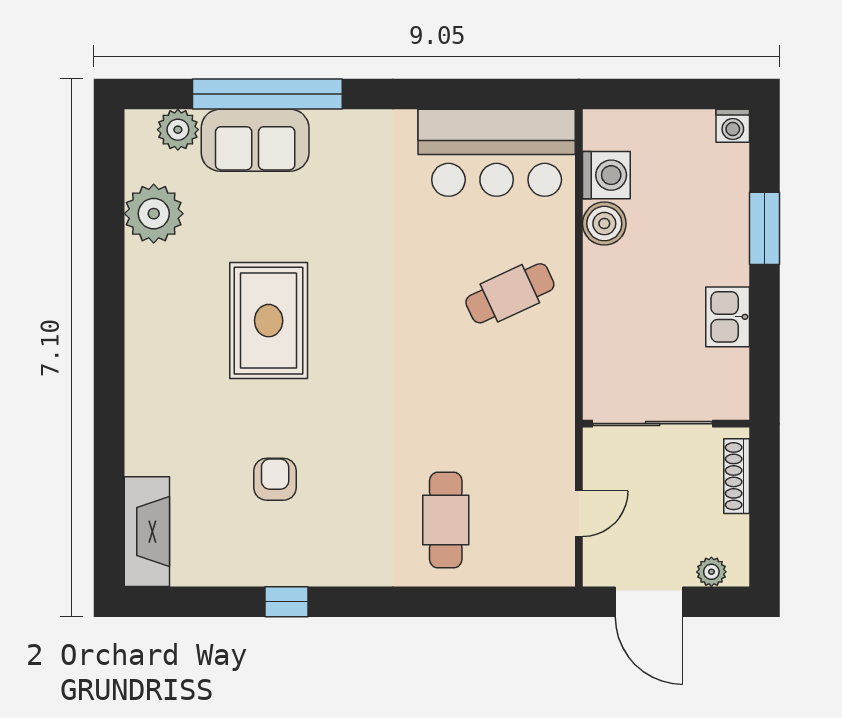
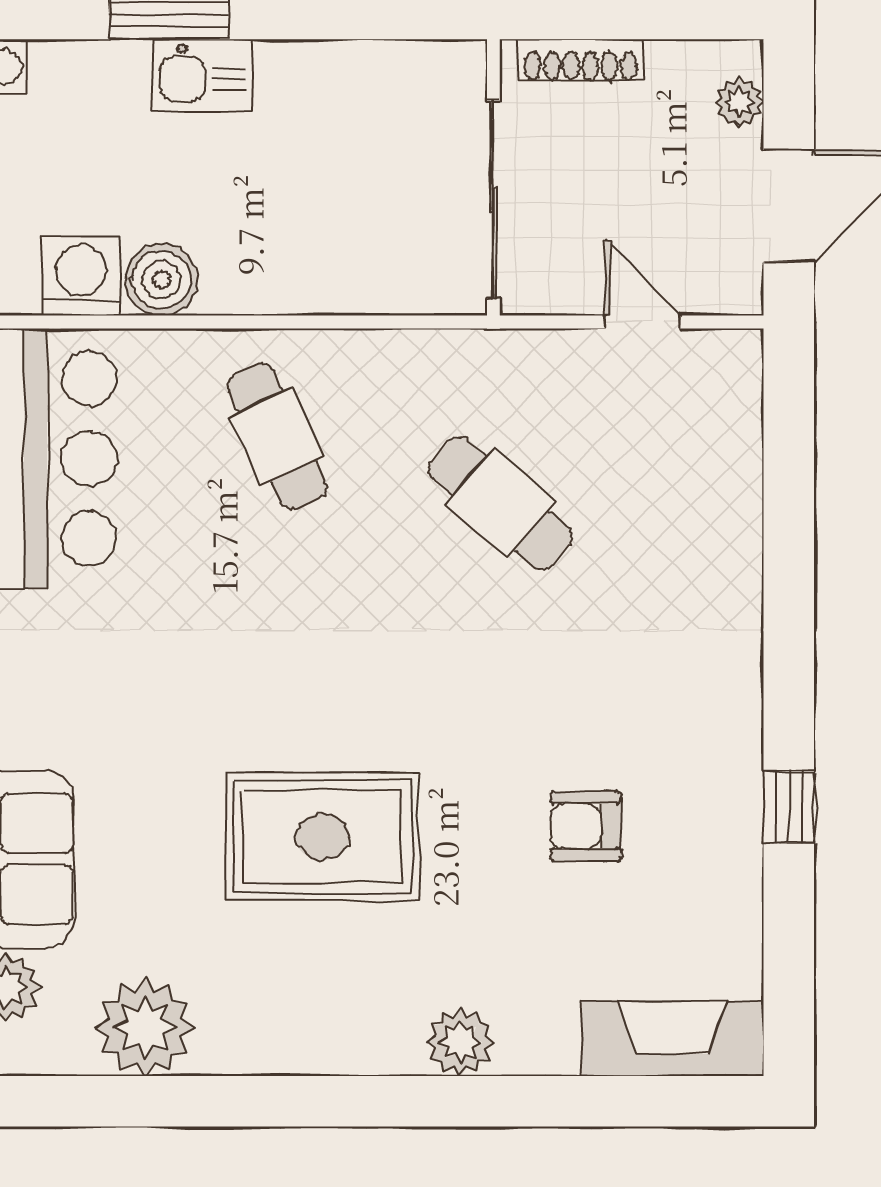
kitchen sink: (728, 317) -> (202, 75), moved
plant: (145, 404) -> (460, 1042), added
cafe table: (446, 520) -> (501, 503), moved, turned 41

